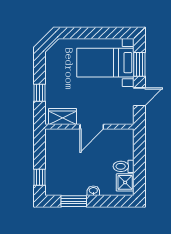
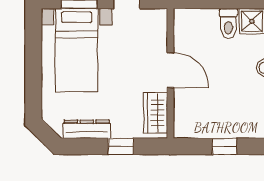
dresser: (51, 69) -> (87, 129), added
window: (39, 177) -> (224, 146), moved

